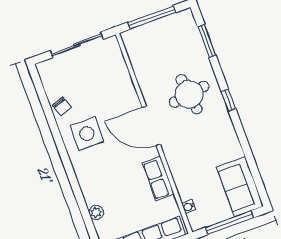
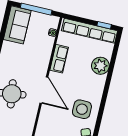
plant: (96, 212) -> (100, 66), width x1.88, depth x1.88

